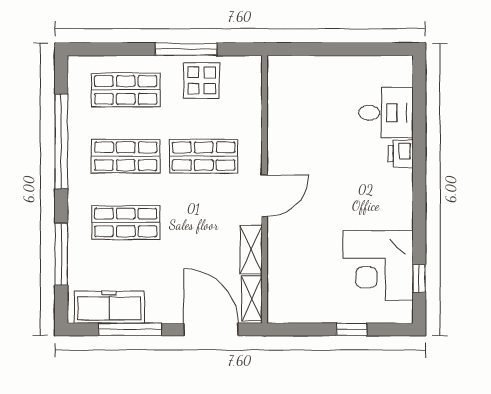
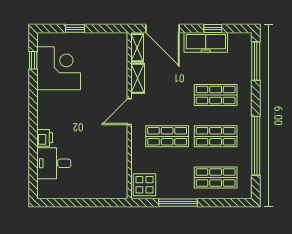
display table: (202, 81) -> (144, 185), moved
window: (61, 254) -> (256, 61), moved
freezer: (109, 307) -> (206, 42), moved
window: (130, 329) -> (213, 29), width x0.46

